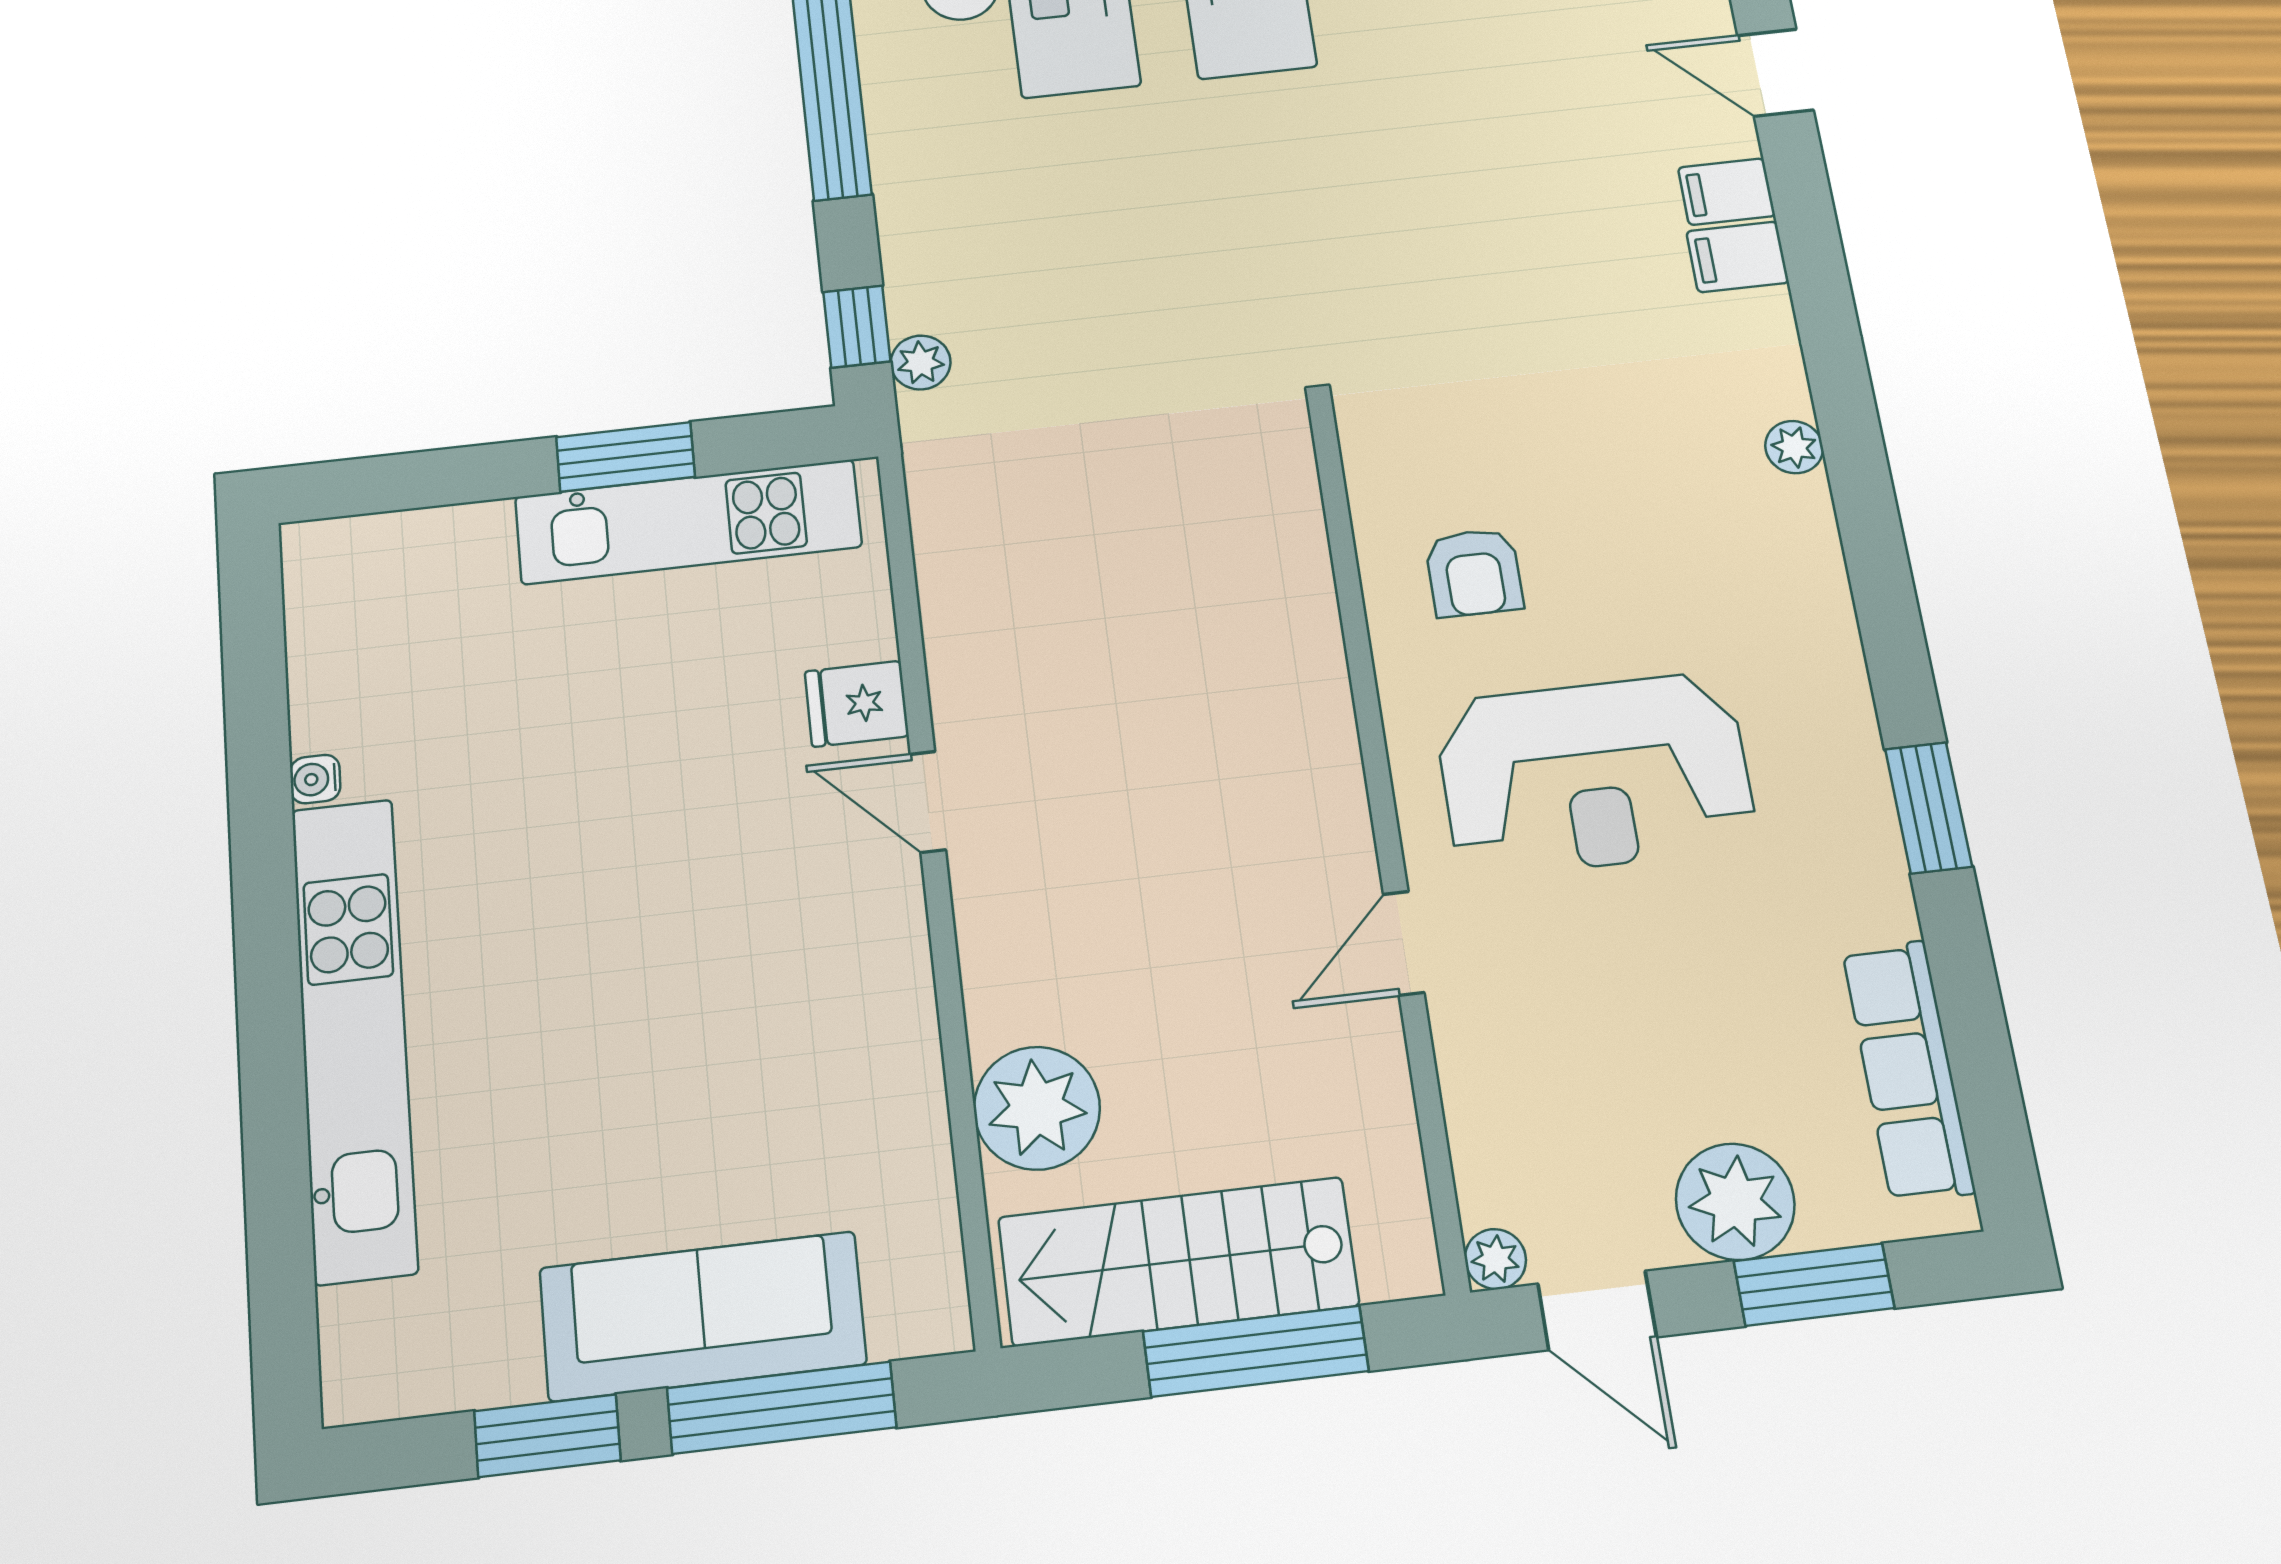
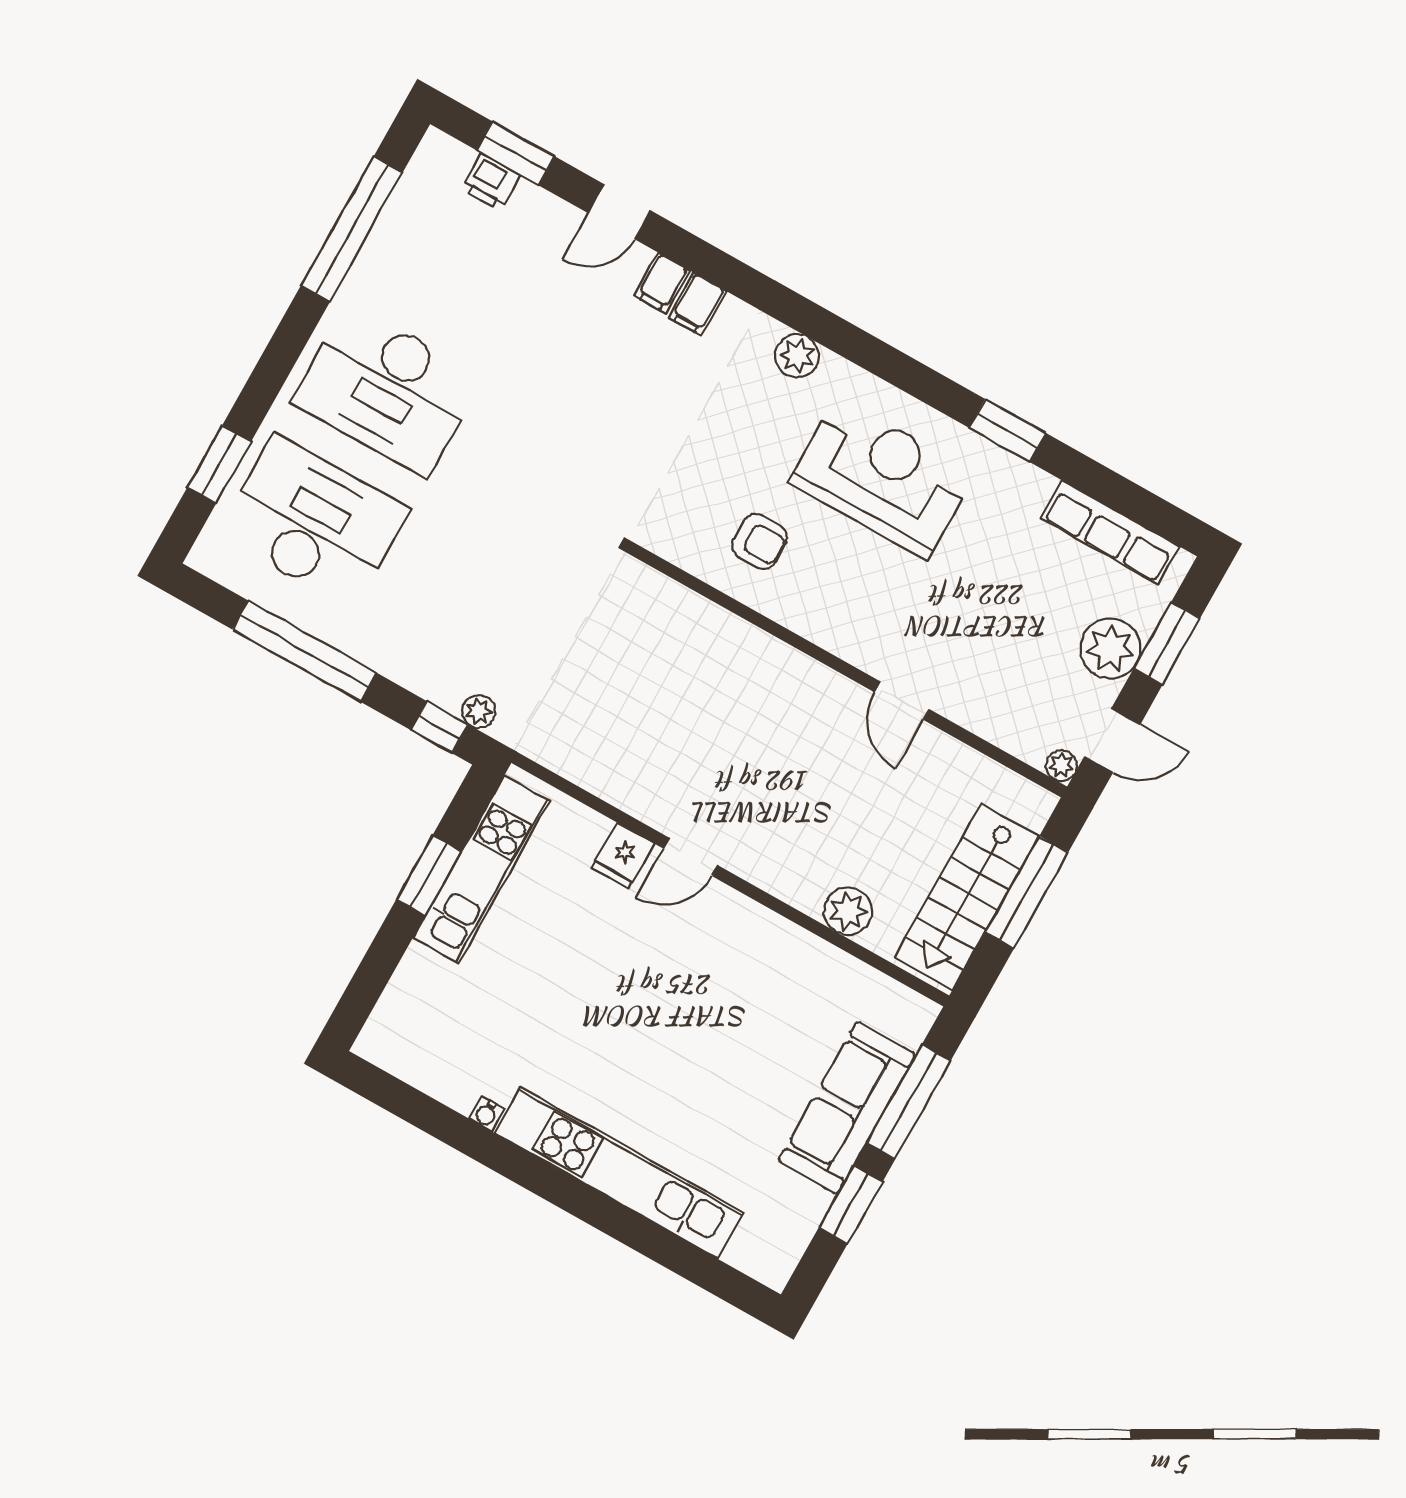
plant: (1794, 447) -> (797, 356), width x1.38, depth x1.38
reception desk: (1595, 775) -> (882, 478), moved, turned -90
plant: (1037, 1108) -> (848, 911), width x0.73, depth x0.73

